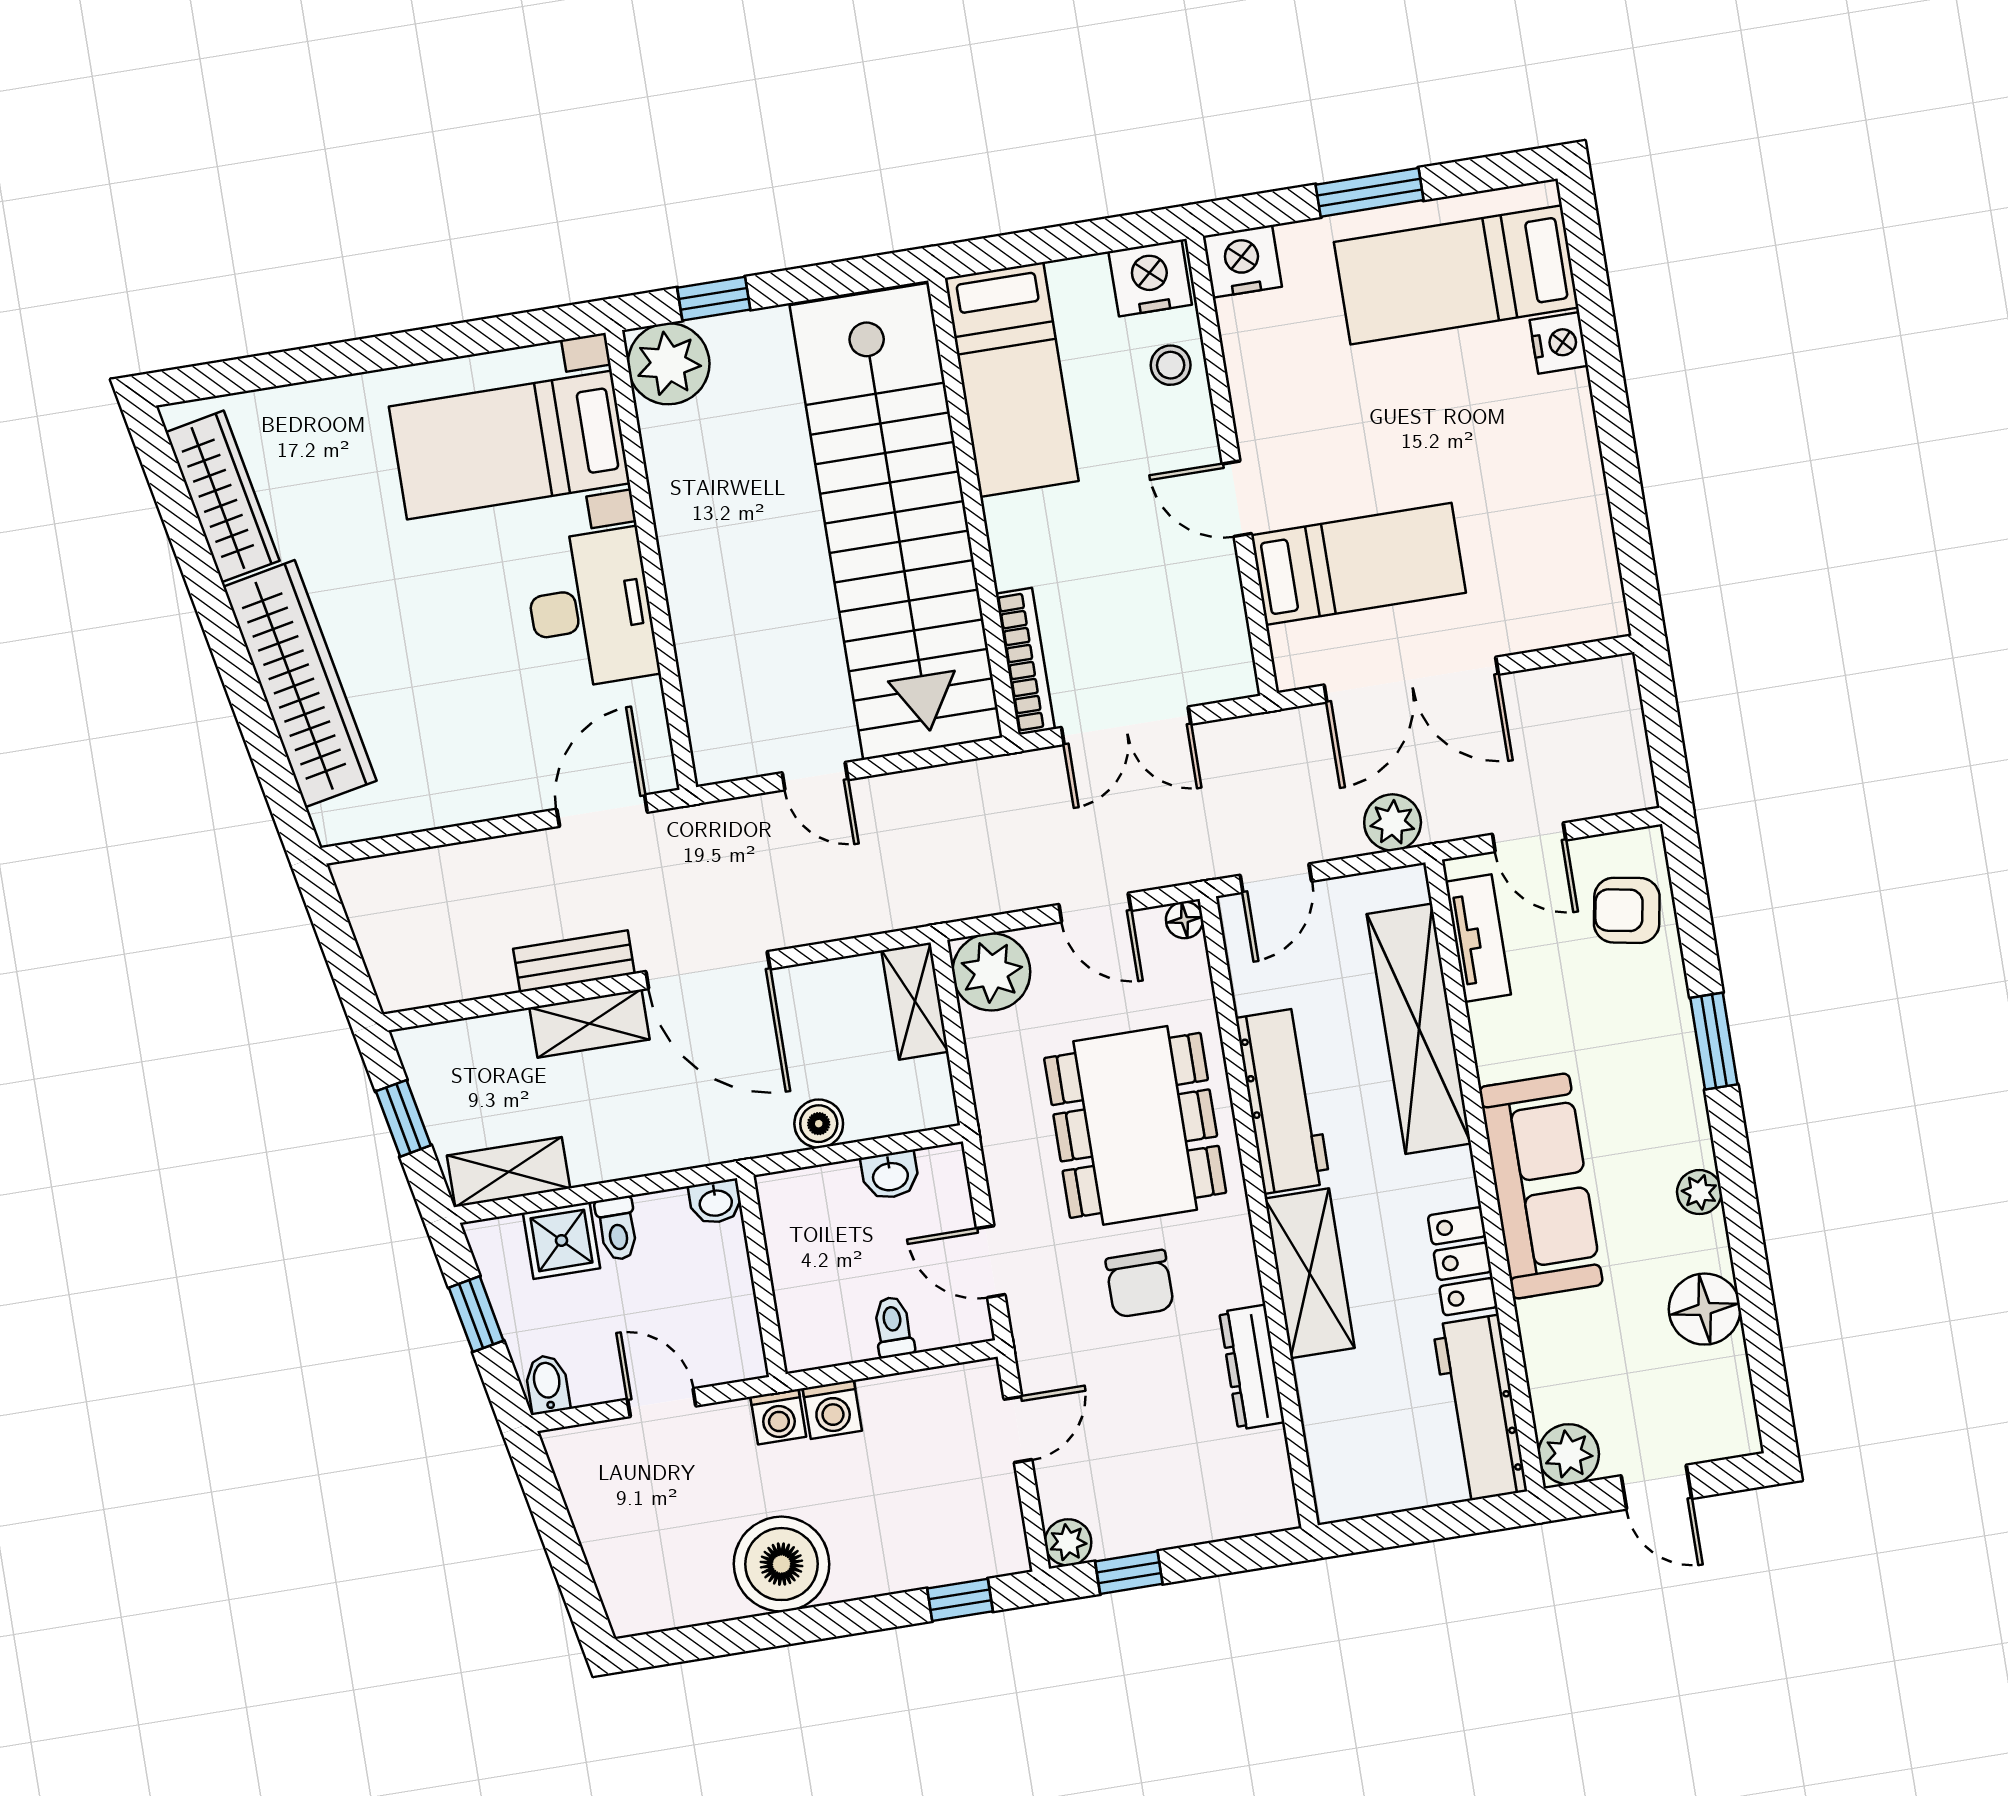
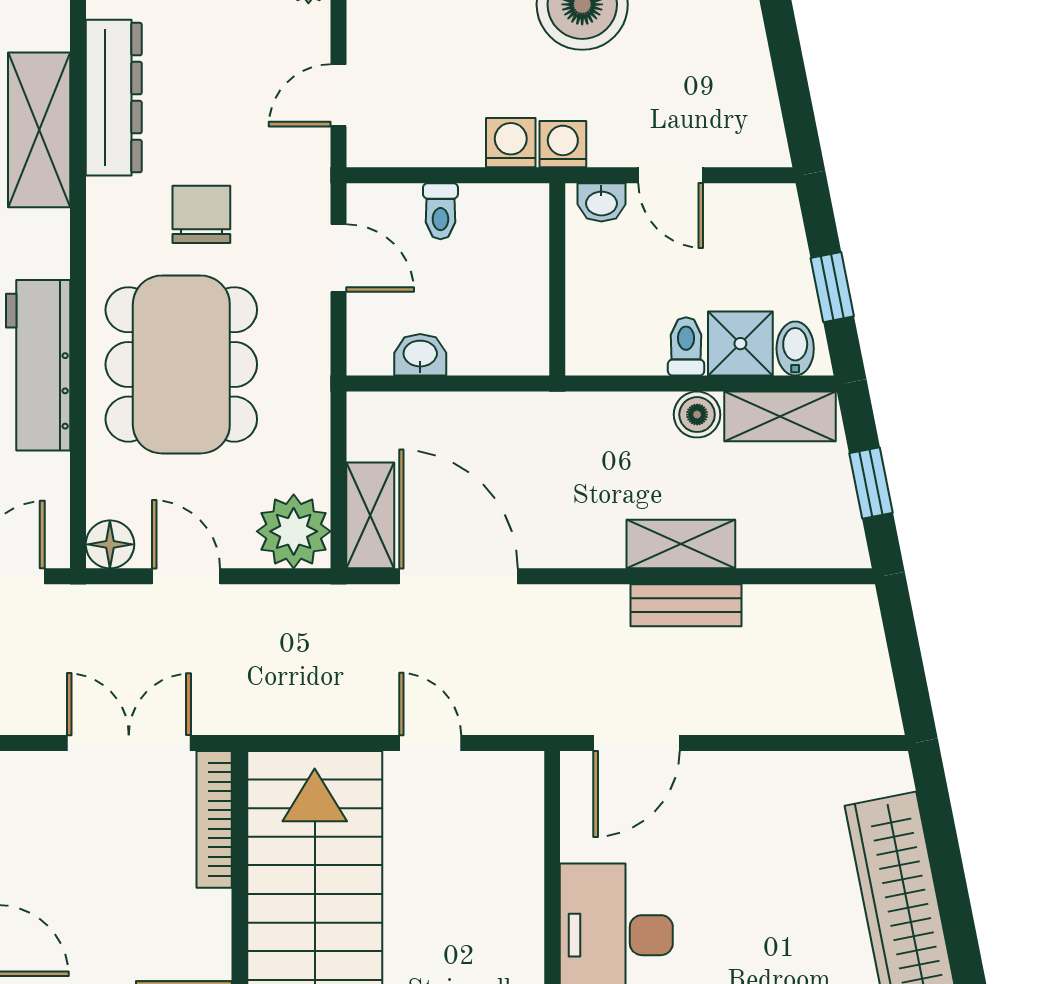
floor lamp: (1184, 920) -> (110, 544), width x1.37, depth x1.37
door: (708, 970) -> (458, 576), moved
boiler: (819, 1124) -> (697, 415), moved
washbasin: (716, 1202) -> (601, 202), moved, turned 180
shelving: (1310, 1273) -> (39, 130), moved
dresser: (1252, 1367) -> (114, 98), width x1.37, depth x1.24
bidet: (547, 1384) -> (795, 349), moved, turned 180

